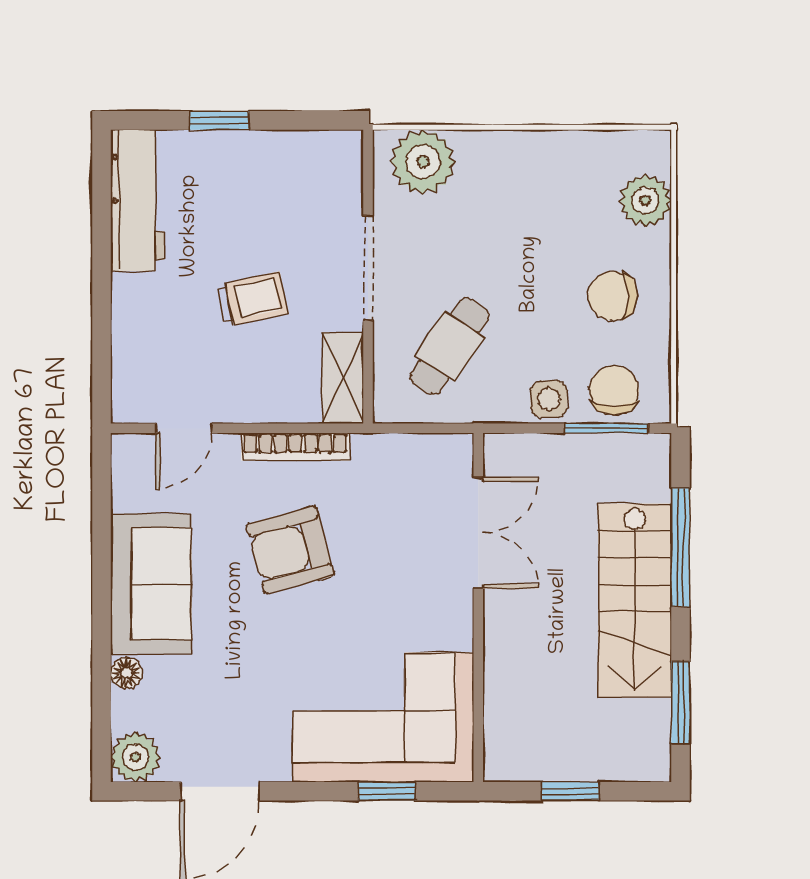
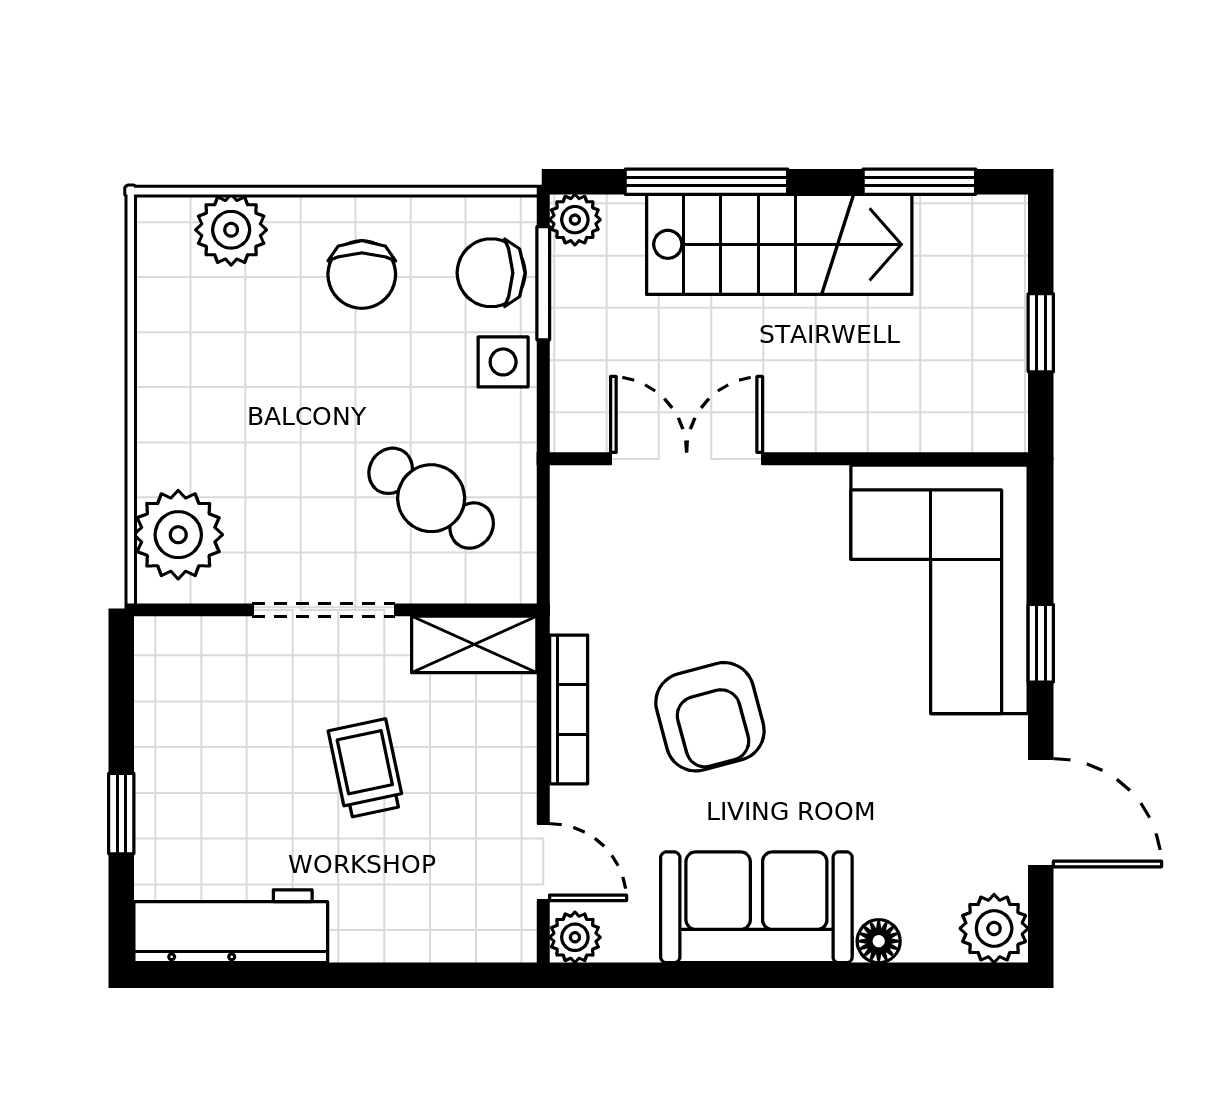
plant: (129, 451) -> (575, 937), added
plant: (653, 451) -> (575, 220), added
window: (387, 791) -> (1041, 643), moved

